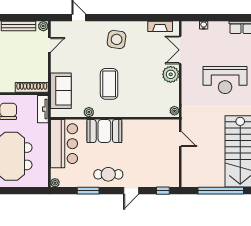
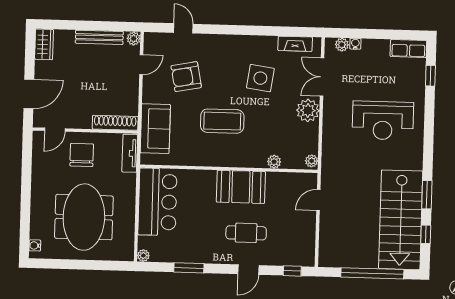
plant: (194, 26) -> (342, 45), added
side table: (117, 39) -> (260, 78), moved
armchair: (82, 53) -> (186, 77), added
coffee table: (109, 84) -> (222, 121), turned 90
plant: (89, 112) -> (274, 162), moved
booth: (104, 131) -> (241, 187), moved
door: (180, 139) -> (318, 200), swing flipped
cafe table: (108, 174) -> (246, 233), moved

